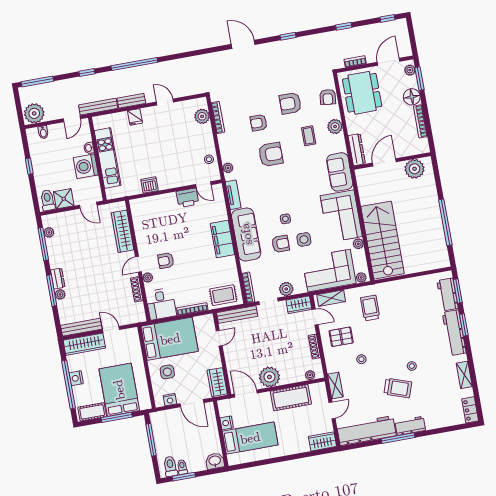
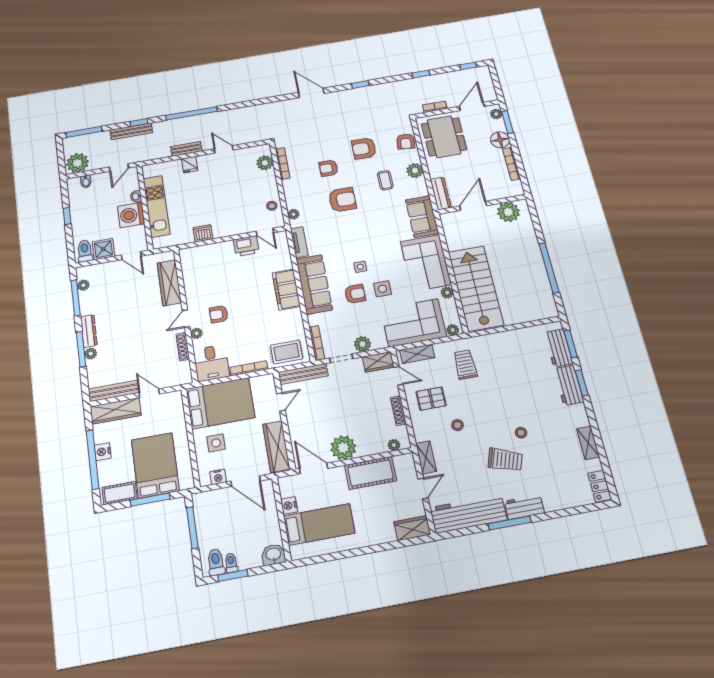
bench: (98, 107) -> (131, 131), moved
dresser: (58, 279) -> (89, 331), width x1.44
workbench: (454, 333) -> (569, 385), width x0.73
wardrobe: (217, 382) -> (276, 447), width x1.50

